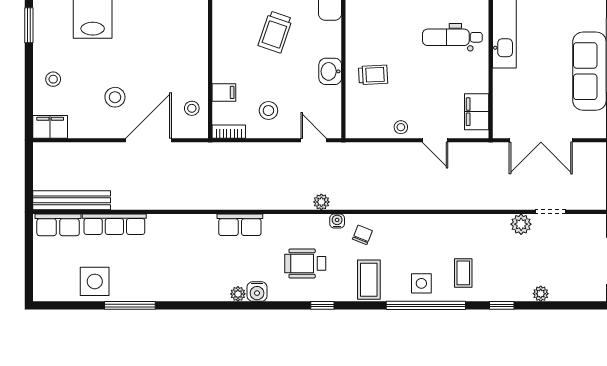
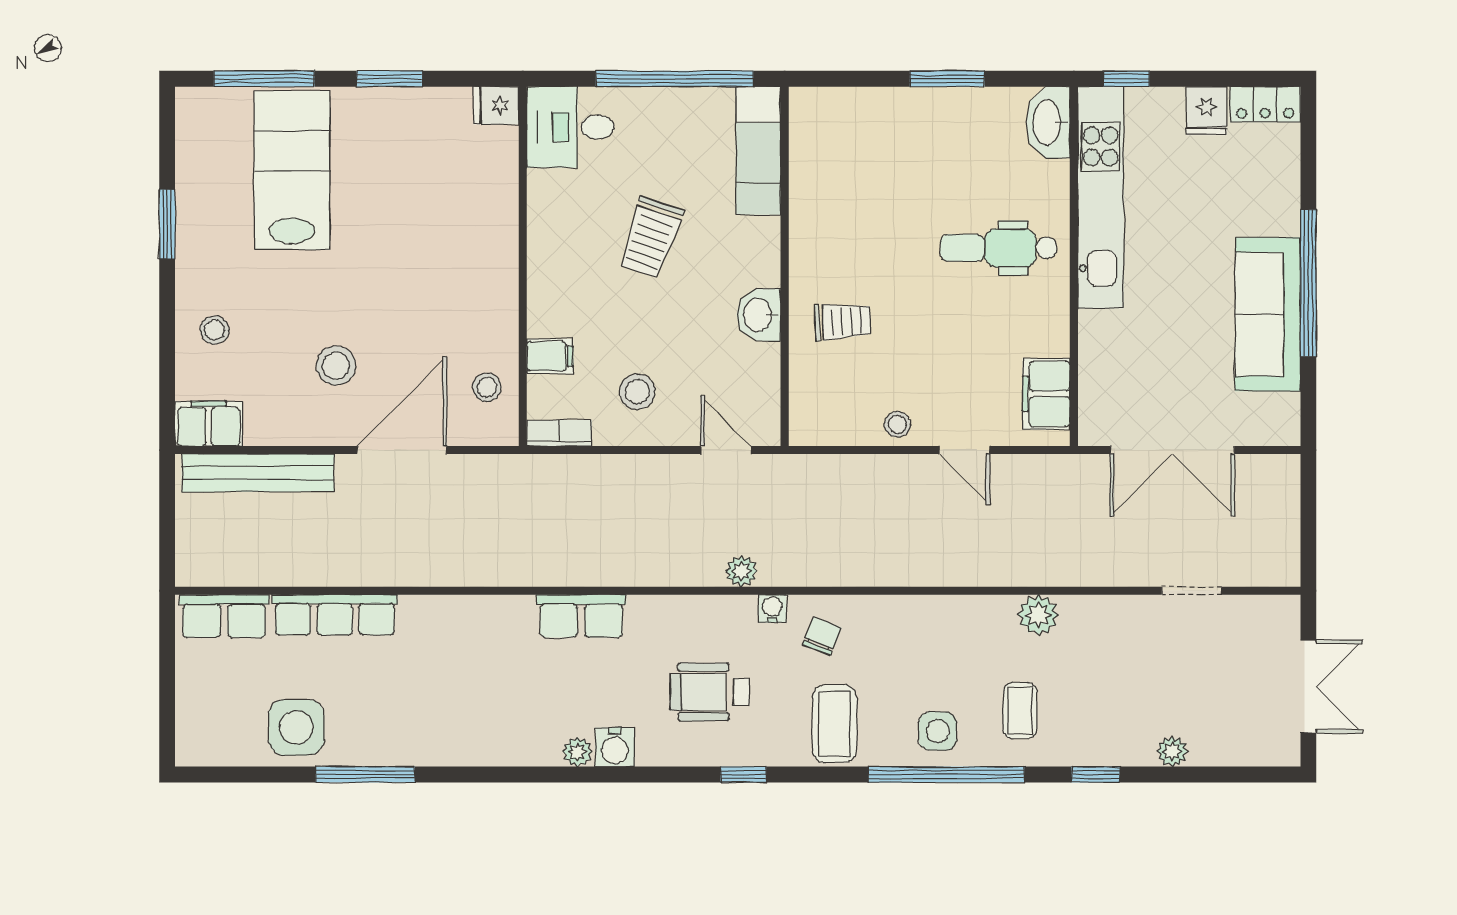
bench: (72, 200) -> (258, 473), moved
plant: (521, 224) -> (1038, 615), moved

